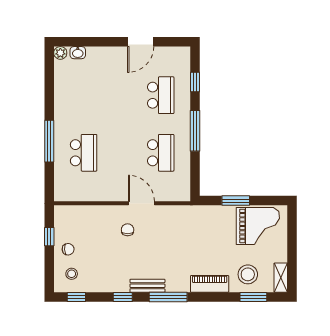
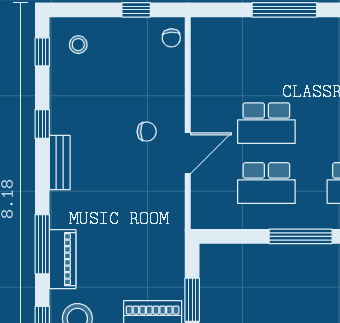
school desk: (84, 153) -> (266, 123), moved
chair: (68, 249) -> (171, 38), moved
window: (168, 297) -> (42, 244), moved

